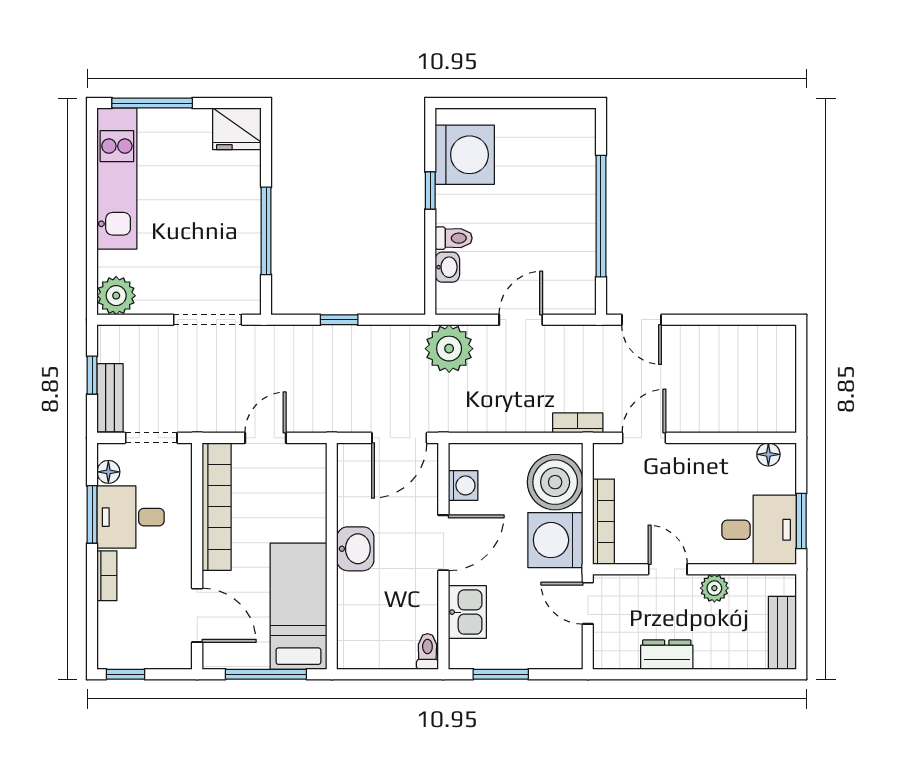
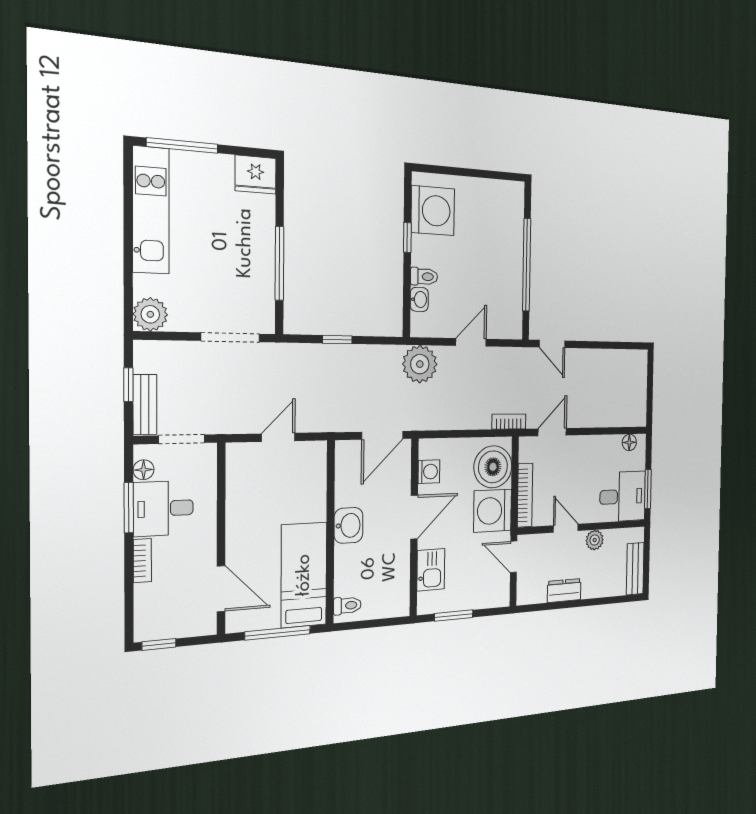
bookcase: (217, 507) -> (238, 496), removed
toilet: (427, 652) -> (347, 606), moved, turned 90

